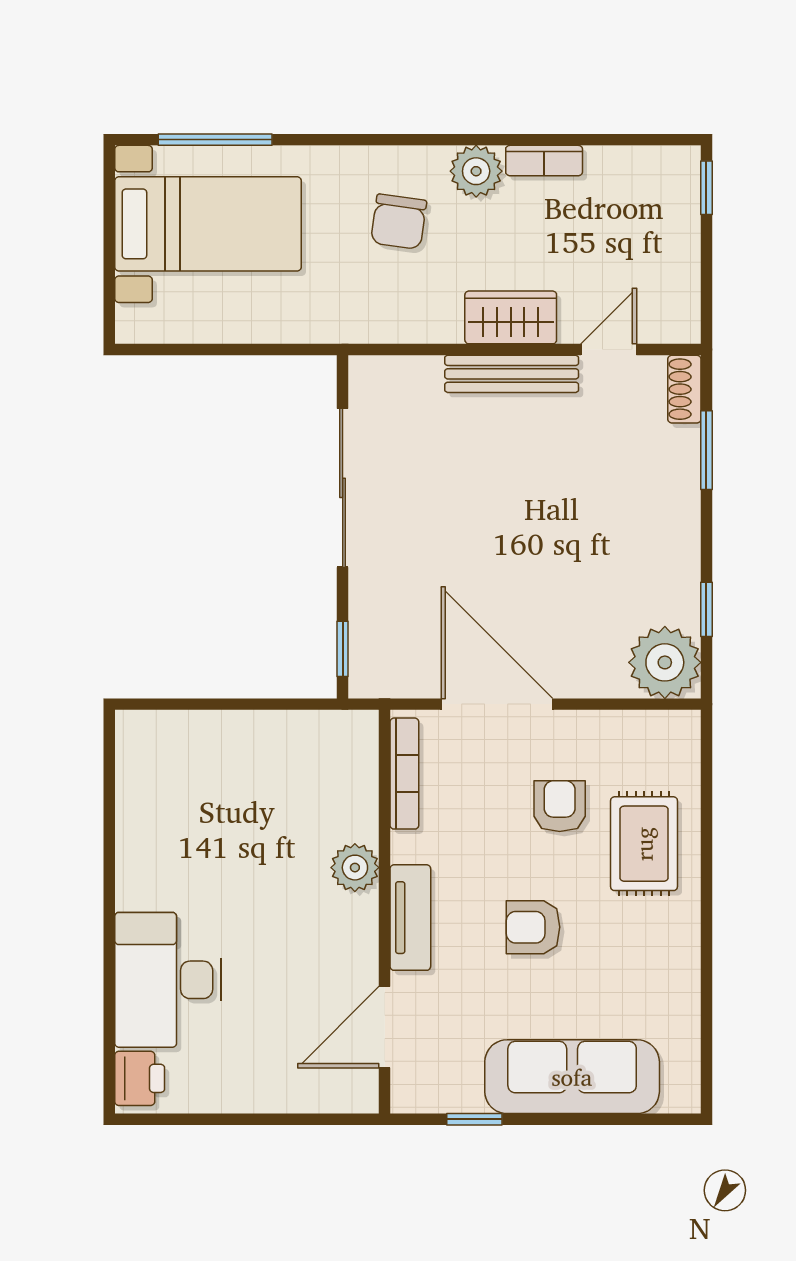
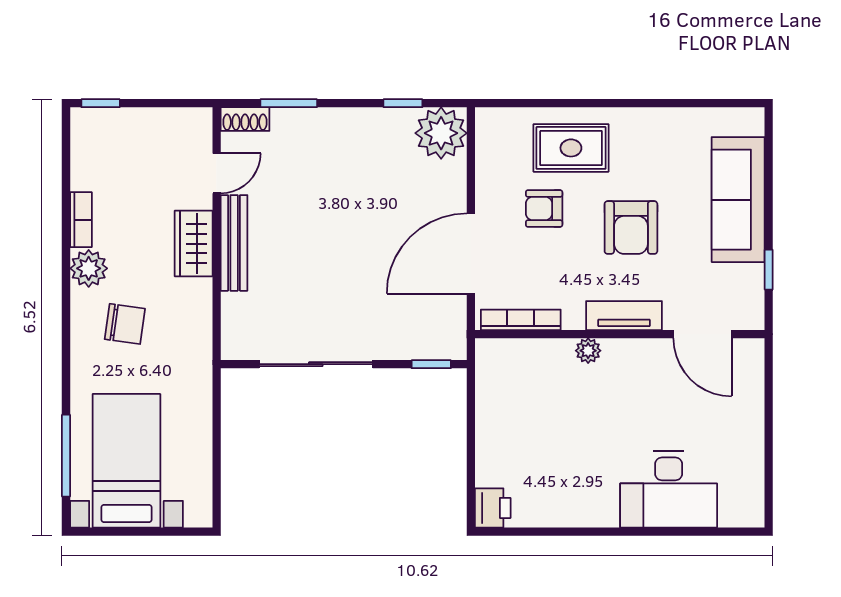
door: (609, 350) -> (217, 173), swing flipped
plant: (355, 868) -> (588, 351), width x0.73, depth x0.73
armchair: (533, 927) -> (631, 228), width x1.38, depth x1.38
printer: (140, 1078) -> (493, 508), moved, turned 90

